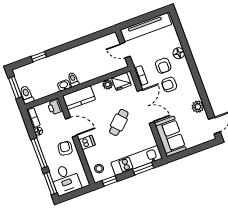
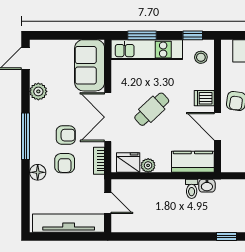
armchair: (163, 66) -> (65, 163), turned 180
window: (195, 74) -> (26, 136), added
printer: (55, 107) -> (229, 161), removed

